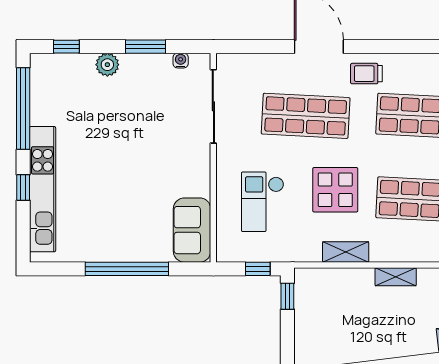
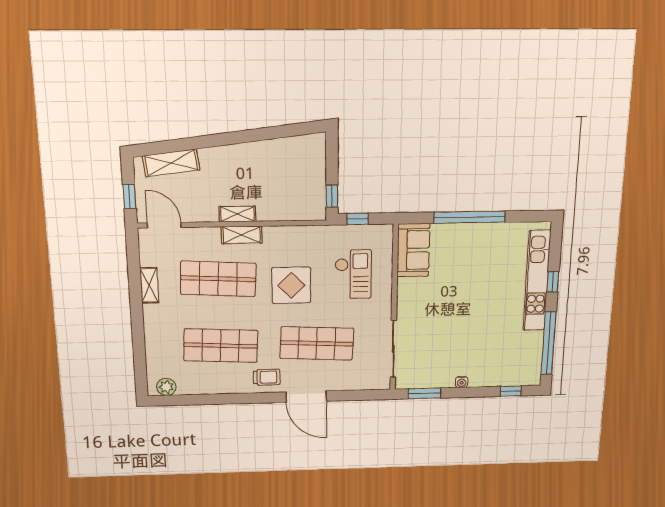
window: (145, 47) -> (424, 393), moved
water cooler: (181, 61) -> (462, 382), moved
plant: (107, 65) -> (479, 378), removed
shelving: (346, 252) -> (242, 235), moved

